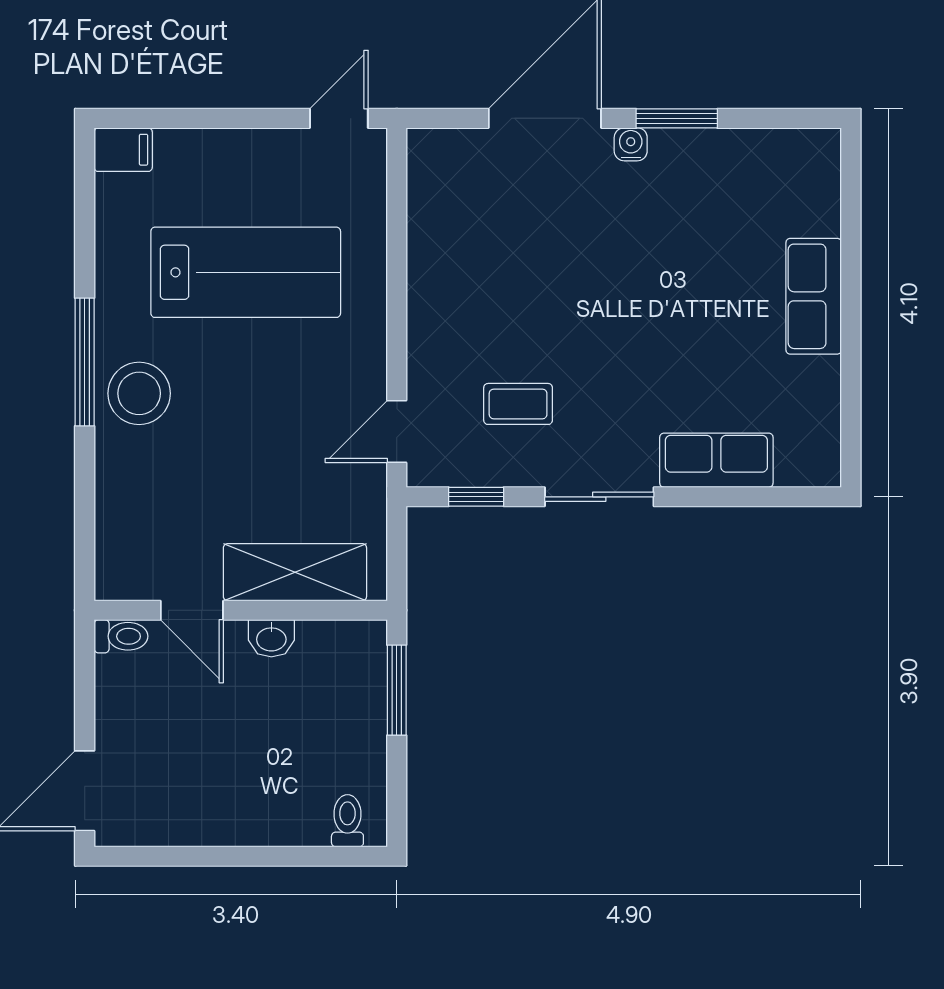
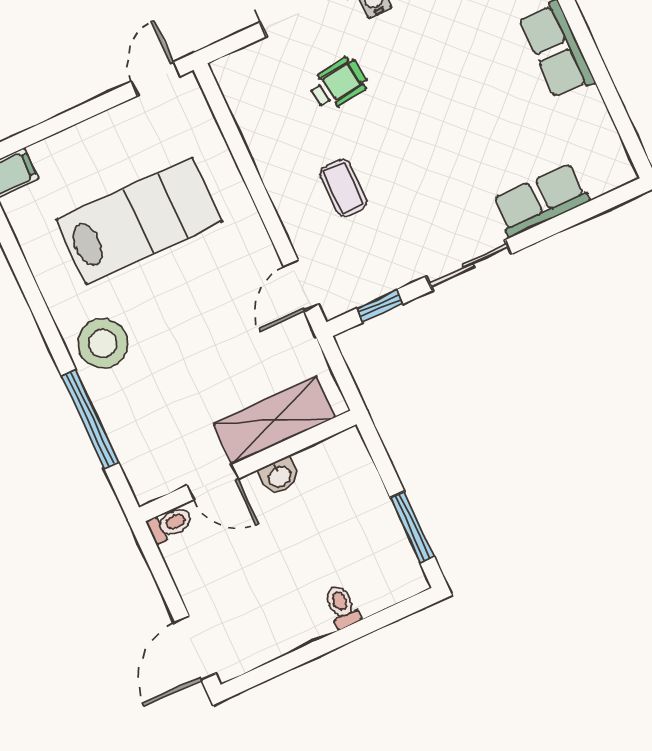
wheelchair: (545, 220) -> (338, 84), added
window: (85, 362) -> (90, 419), moved
coffee table: (518, 404) -> (343, 188), moved, turned 90
window: (397, 690) -> (412, 527), moved
toilet: (347, 821) -> (342, 606), moved

